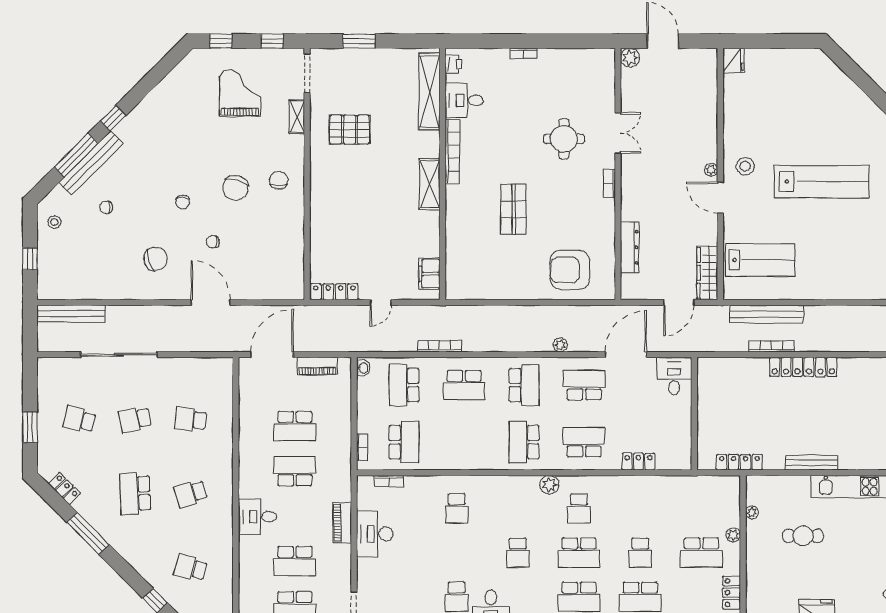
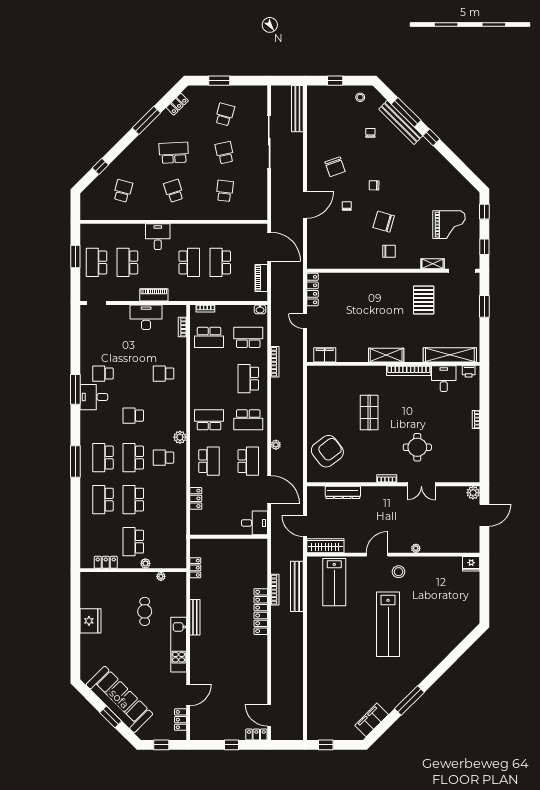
plant: (711, 170) -> (416, 548), moved
shop shelf: (513, 209) -> (369, 413), turned 90
armchair: (570, 270) -> (327, 451), turned 53
locker: (739, 462) -> (195, 568), width x0.66
school desk: (640, 553) -> (133, 500), width x1.85

